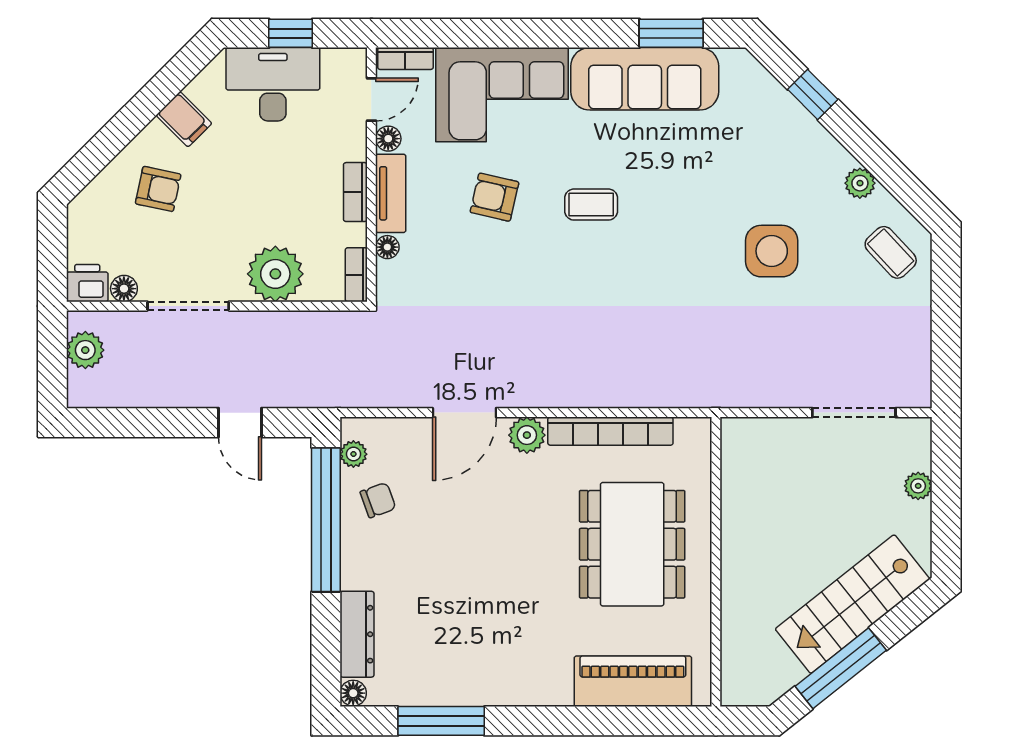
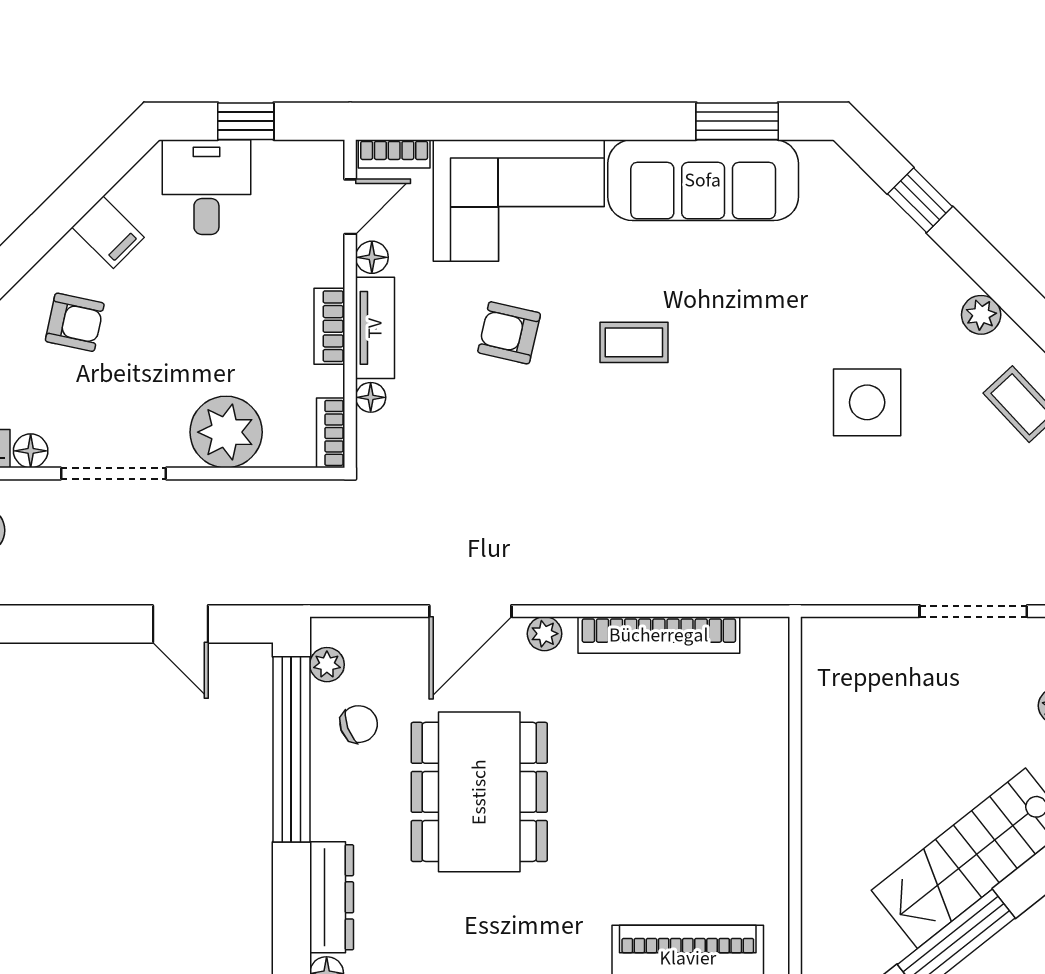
desk: (273, 84) -> (206, 187), width x0.73
plant: (527, 435) -> (545, 634), width x0.73, depth x0.73
dining table: (632, 544) -> (479, 792), moved

